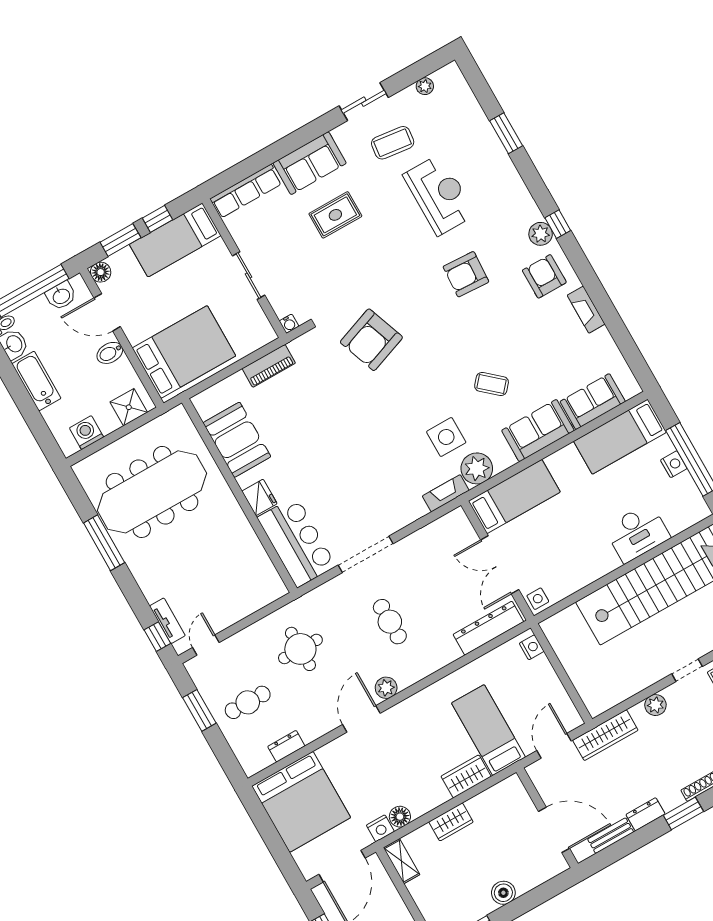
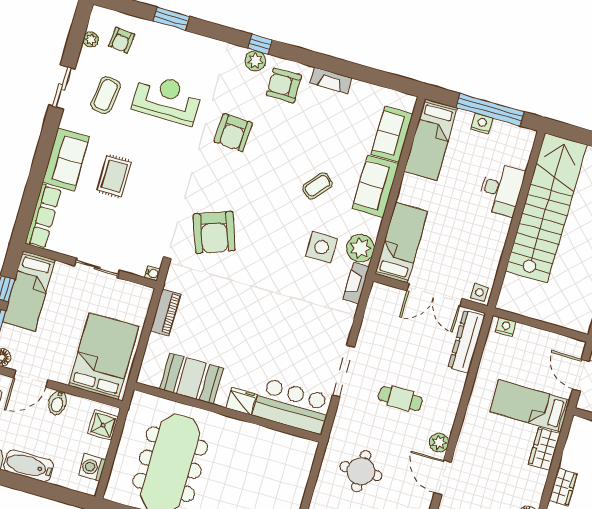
armchair: (449, 111) -> (121, 40), added

